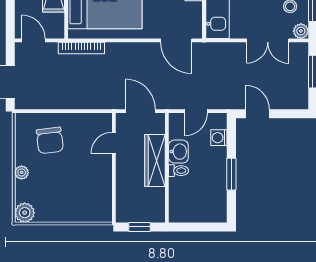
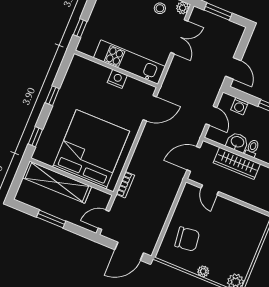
bookcase: (81, 48) -> (125, 185), width x0.64
door: (257, 114) -> (233, 68), swing flipped

